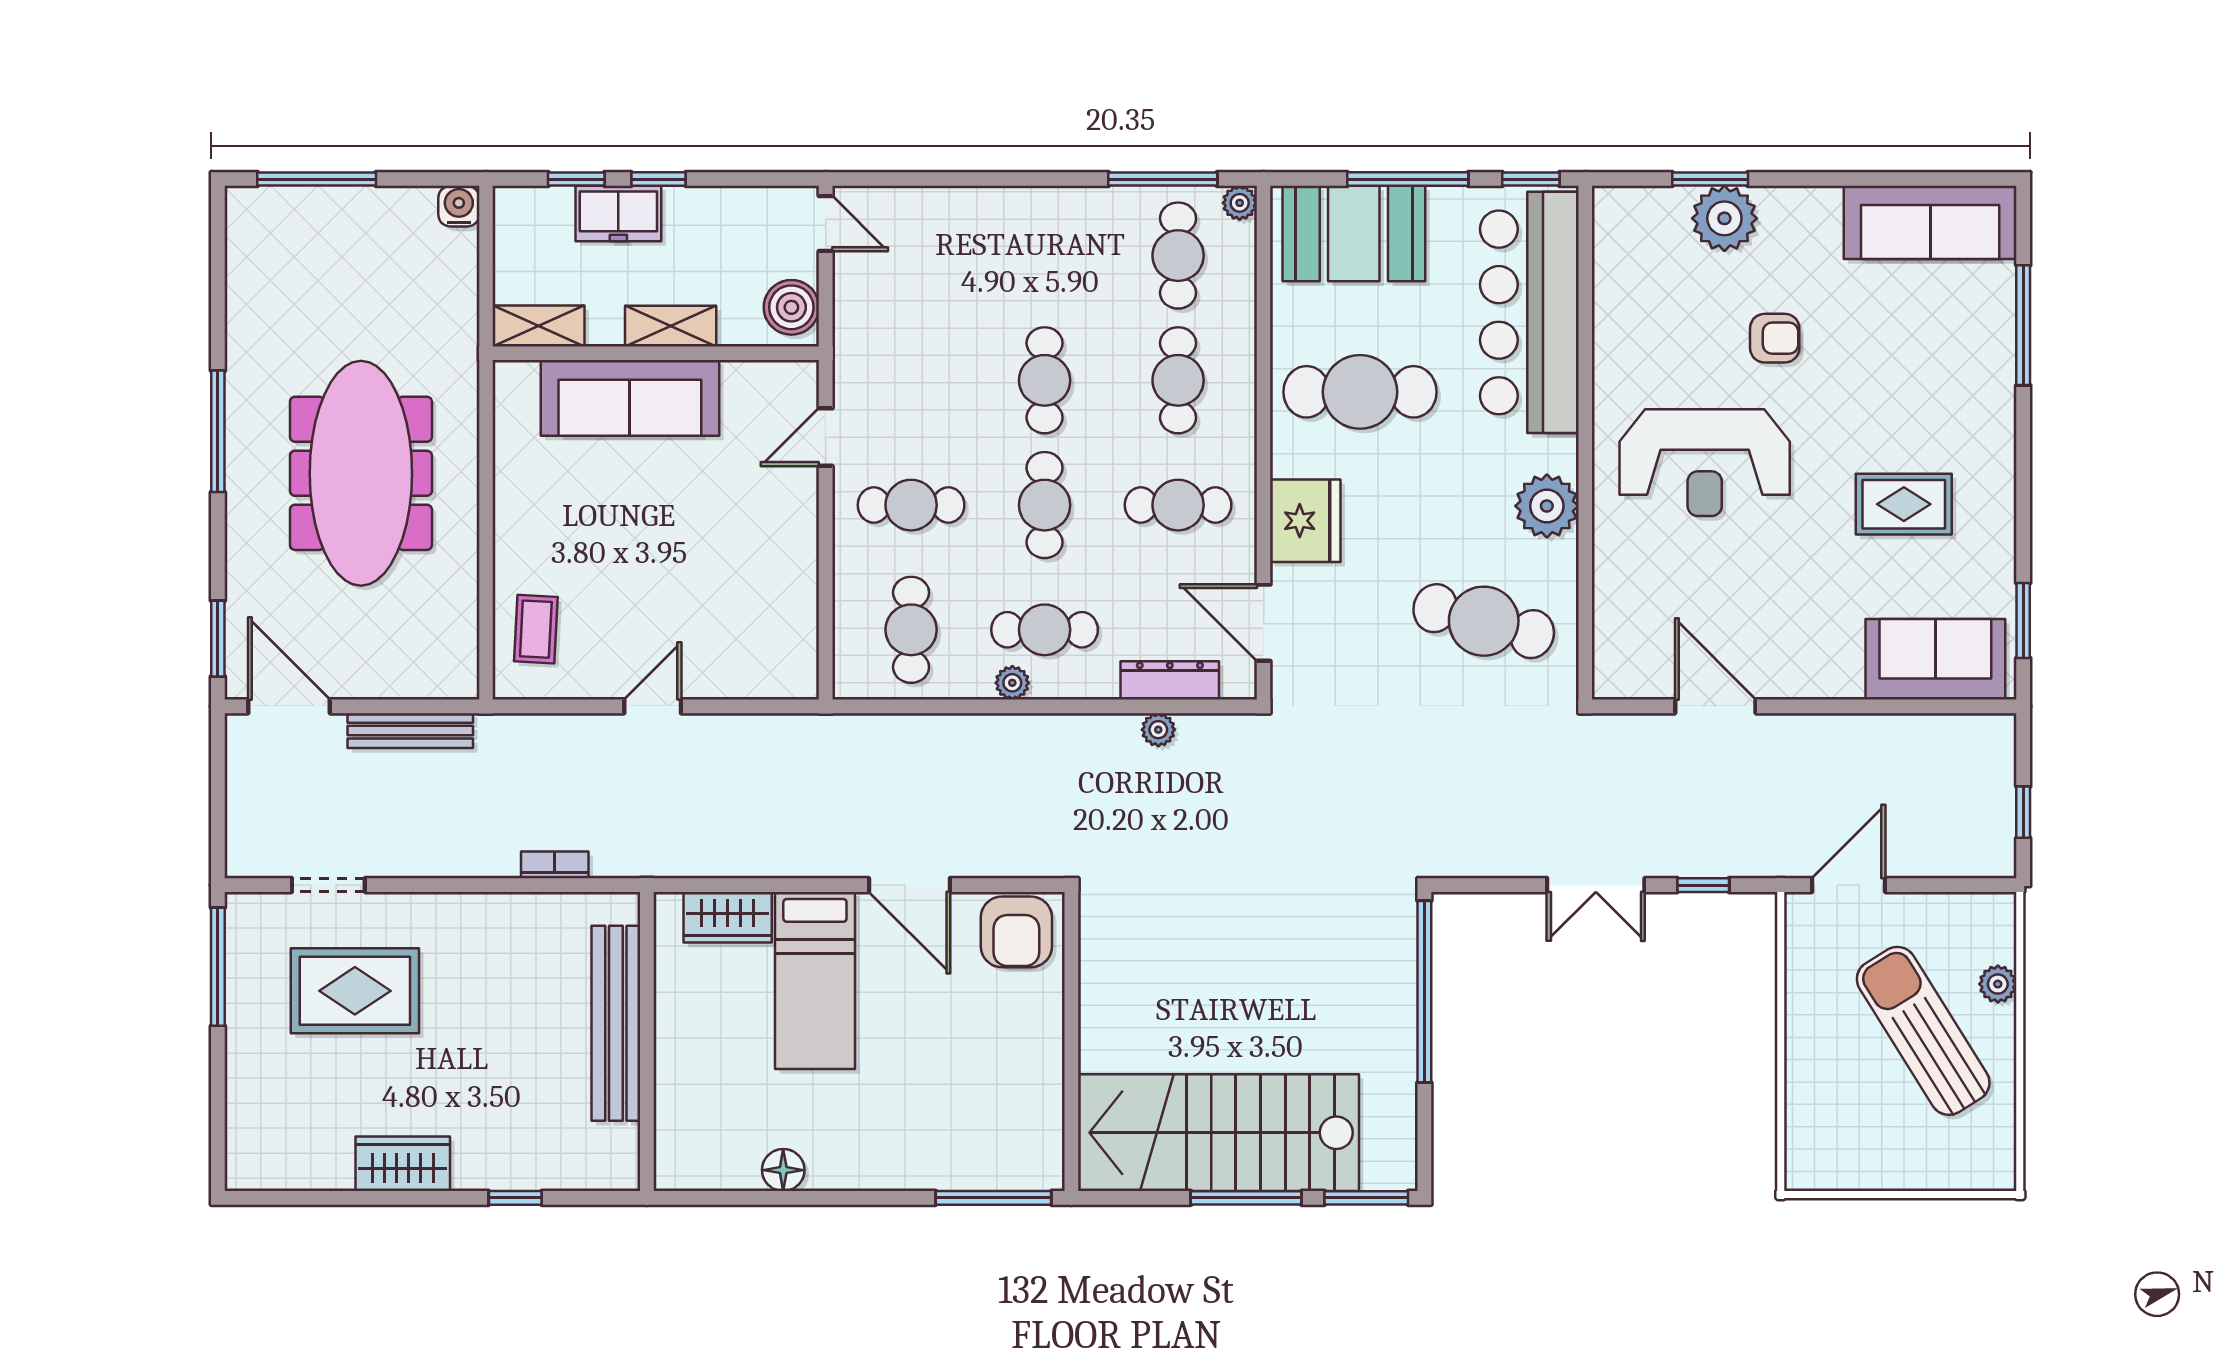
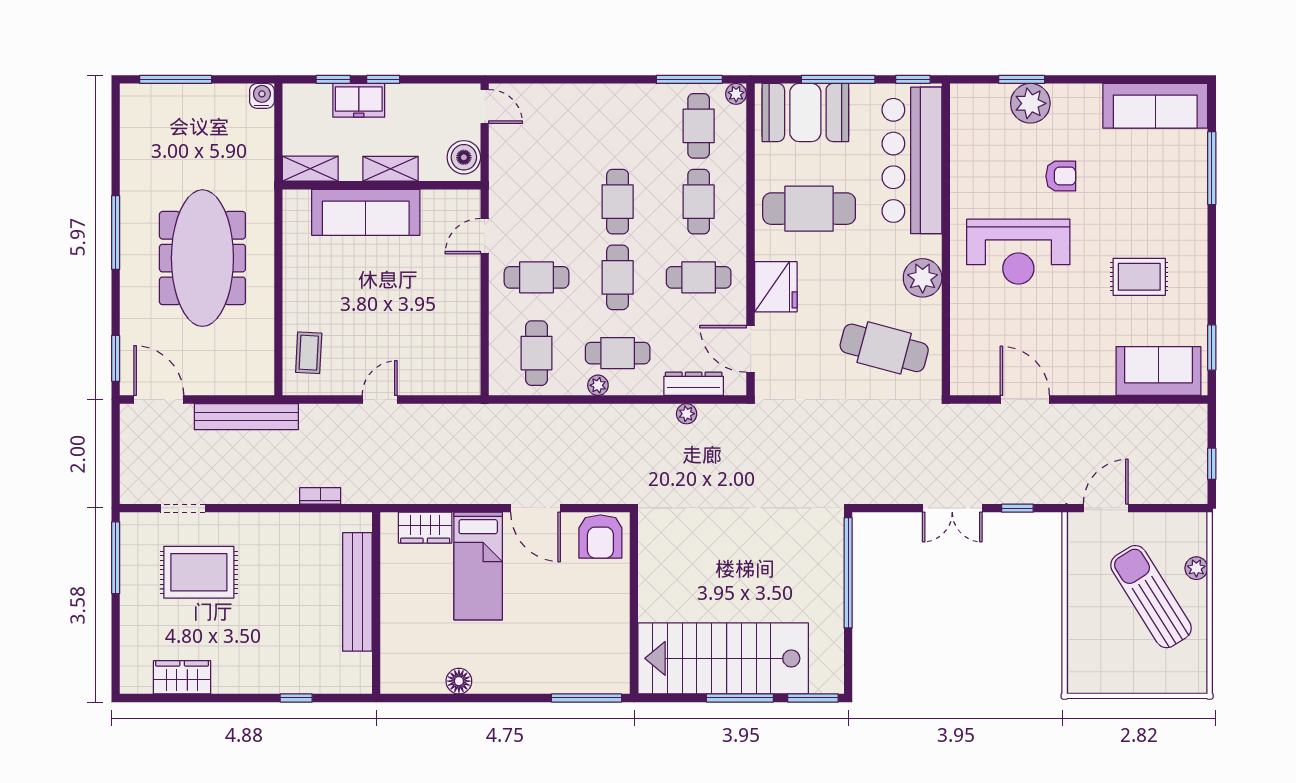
bench: (410, 731) -> (246, 417), width x1.37, depth x1.21
wardrobe: (403, 1164) -> (182, 677), moved

